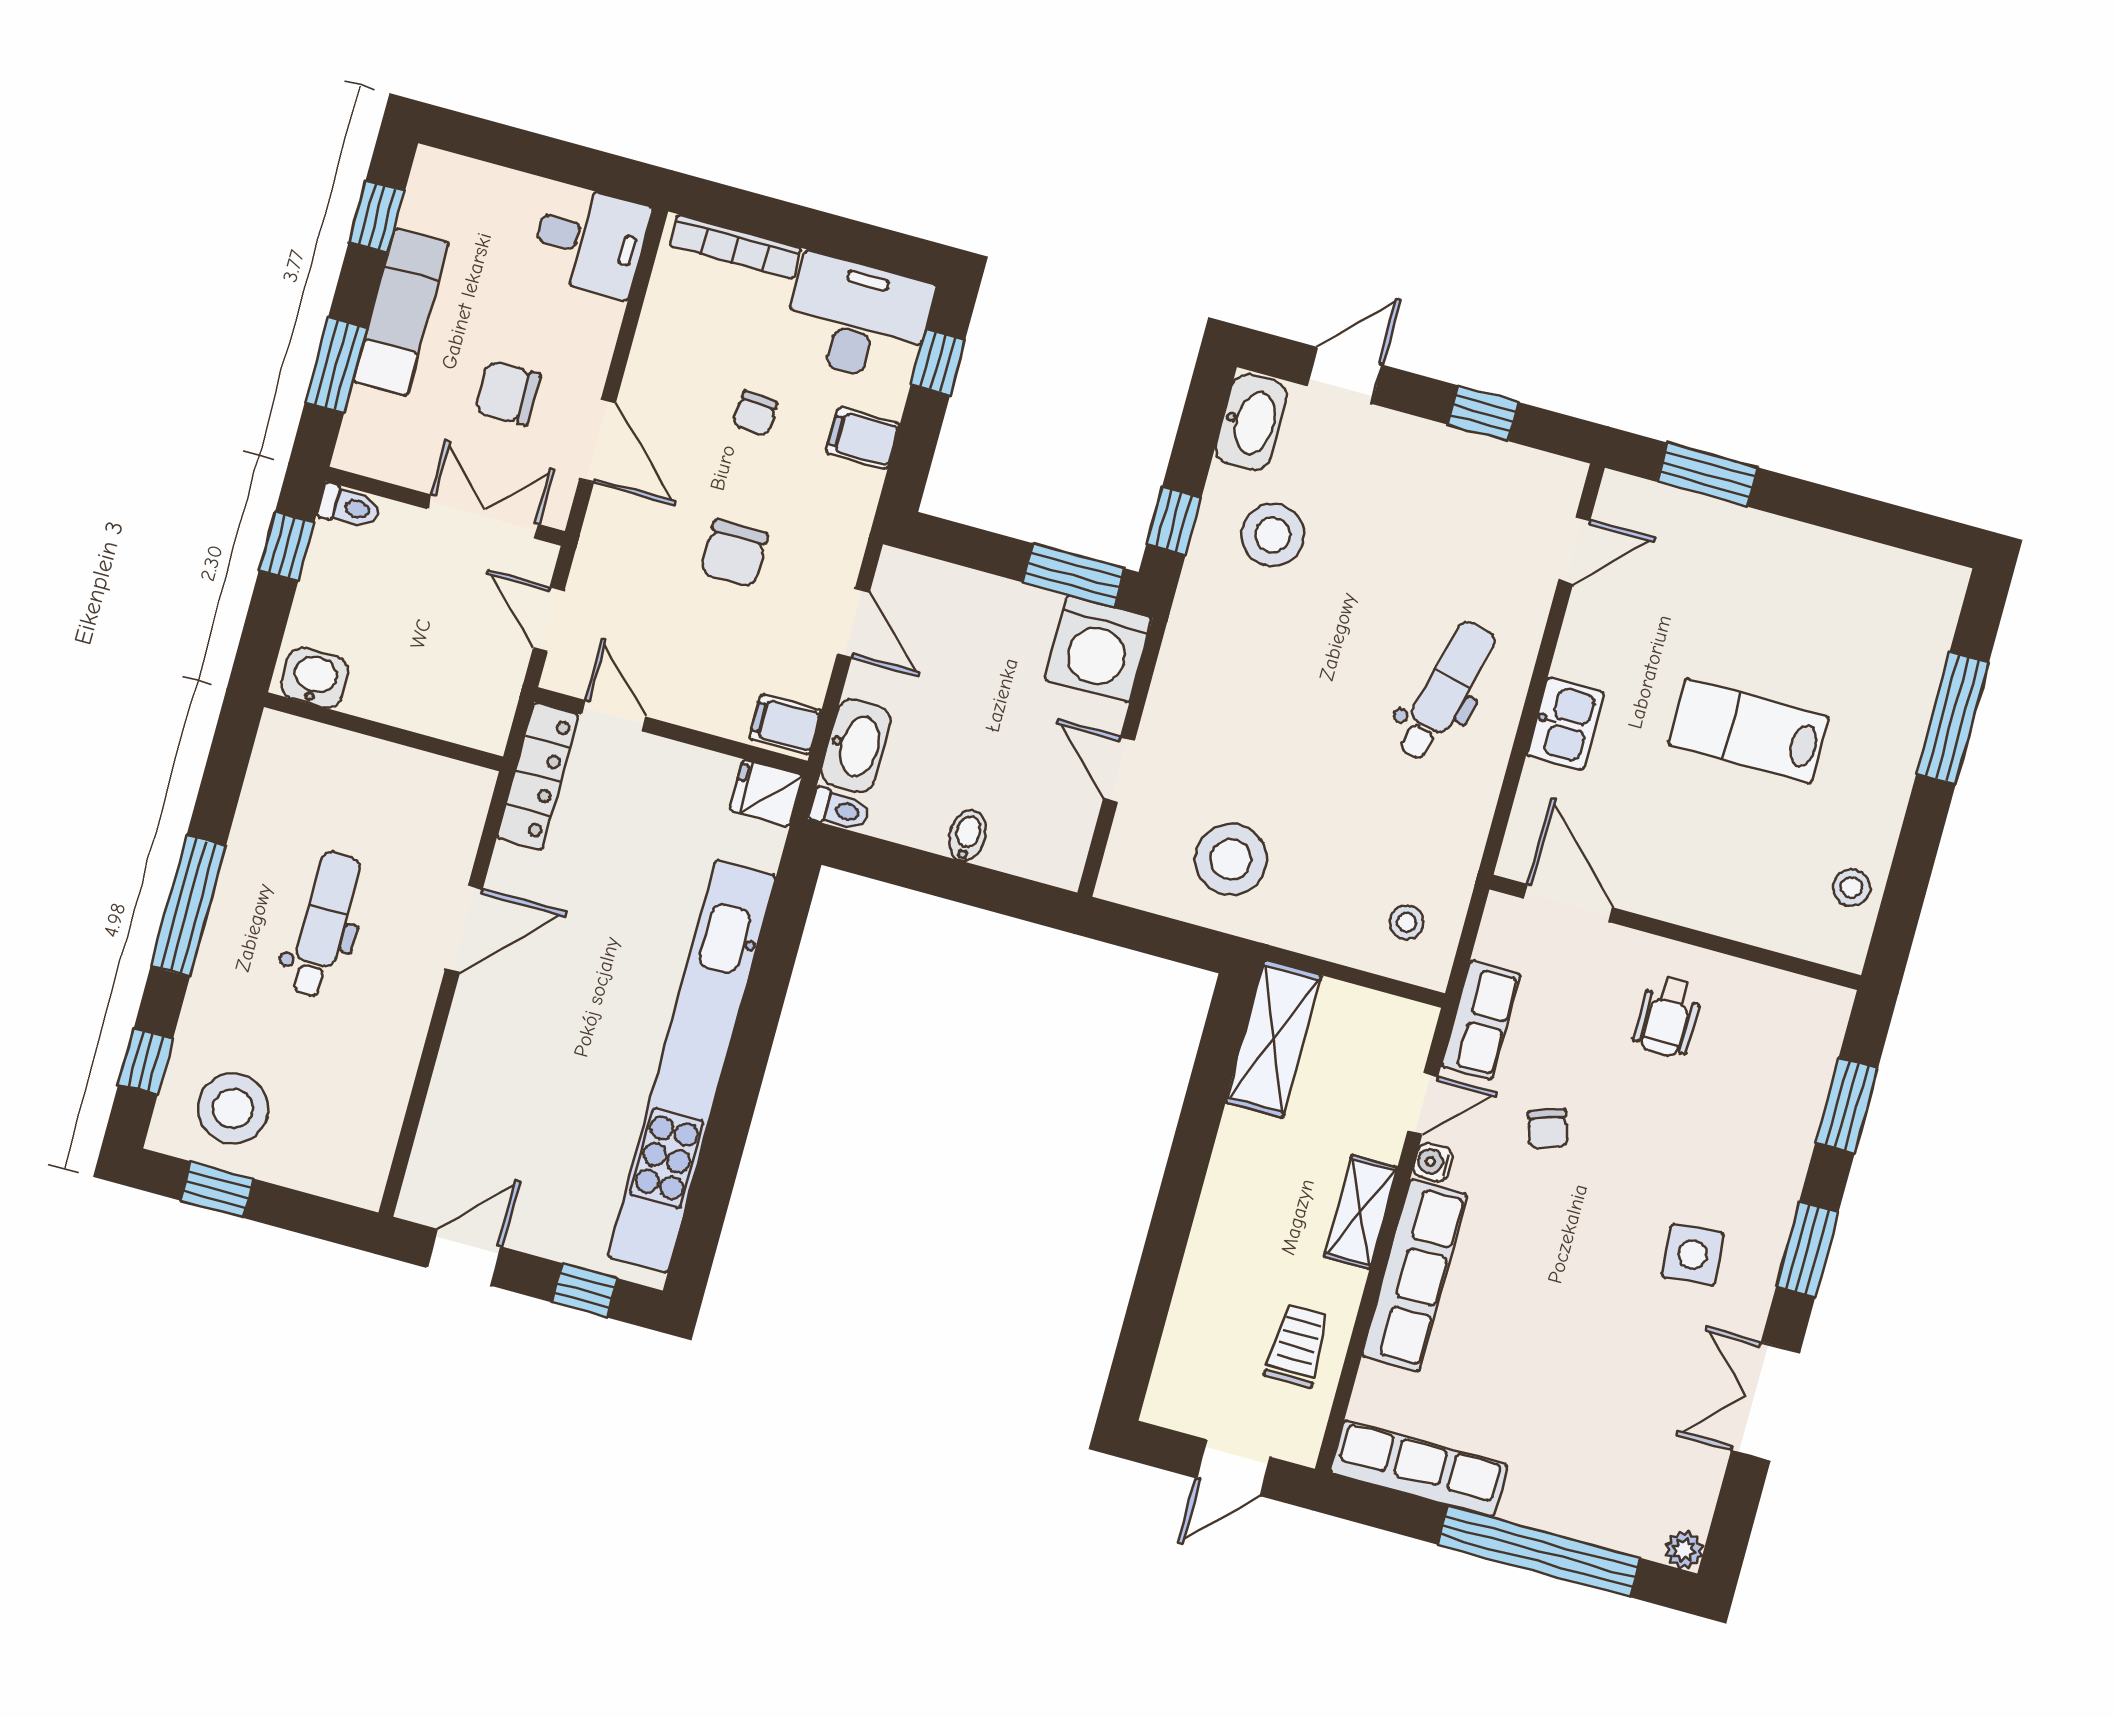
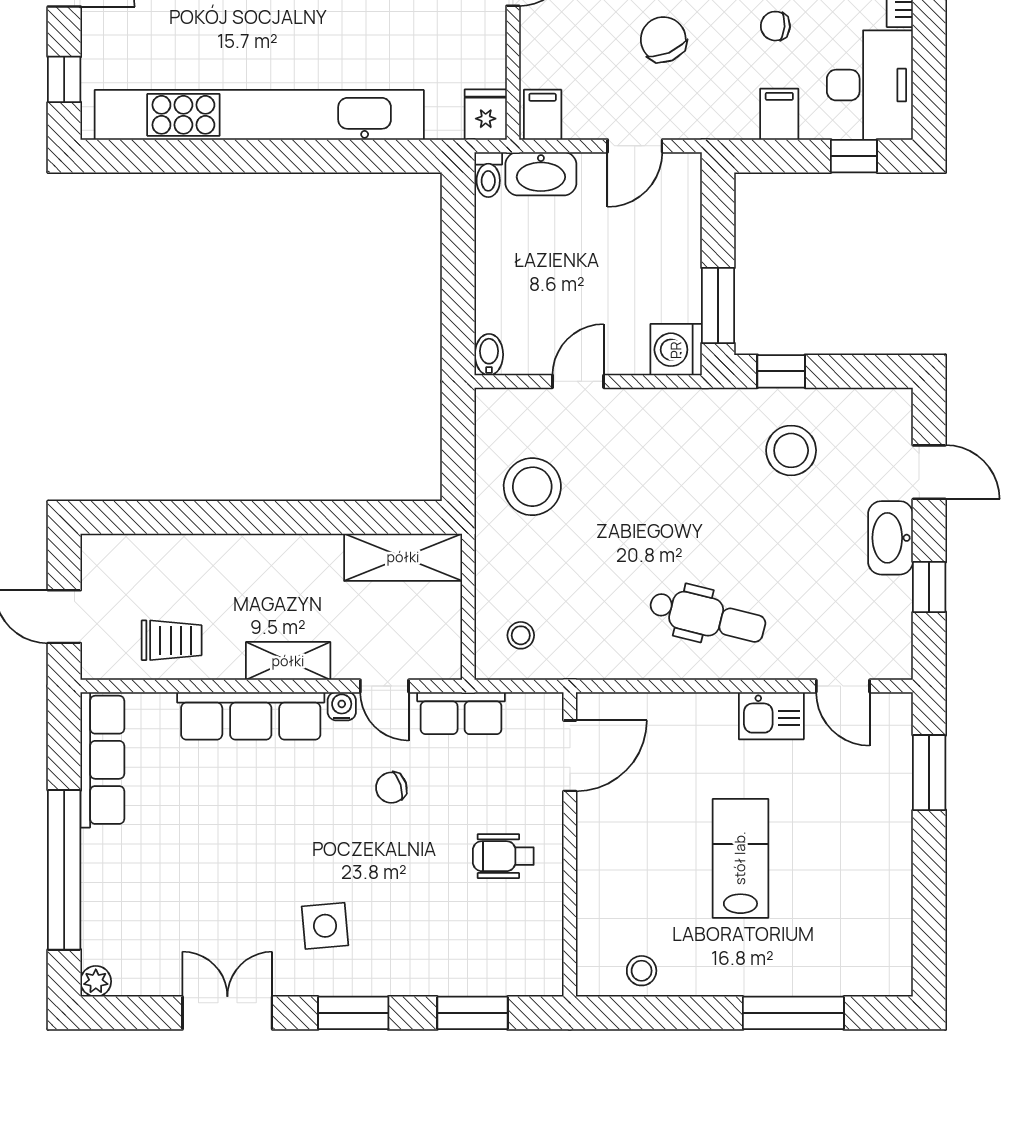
washbasin: (1251, 422) -> (890, 538), moved, turned 90
chair: (734, 554) -> (663, 40), turned 67
washing machine: (1098, 649) -> (676, 350), width x0.73, depth x0.73
kitchen sink: (1565, 724) -> (771, 716), moved
bidet: (967, 836) -> (489, 355), moved, turned -90

